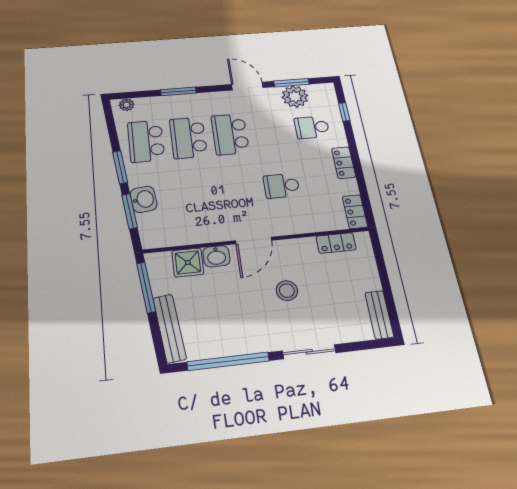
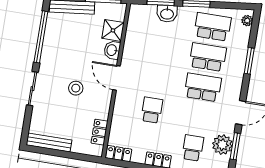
bench: (379, 315) -> (49, 142), width x1.36

